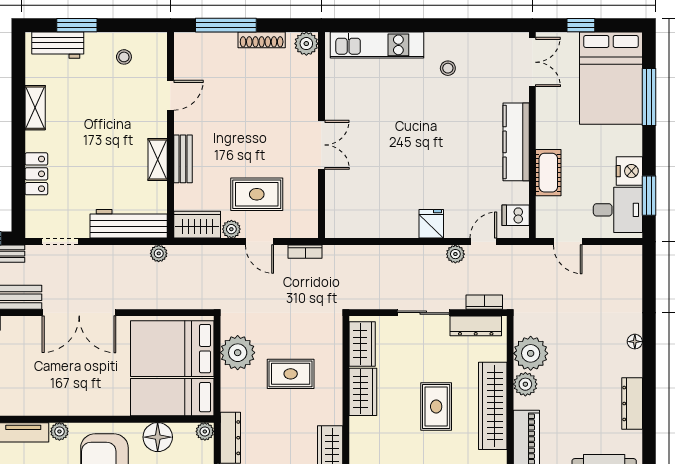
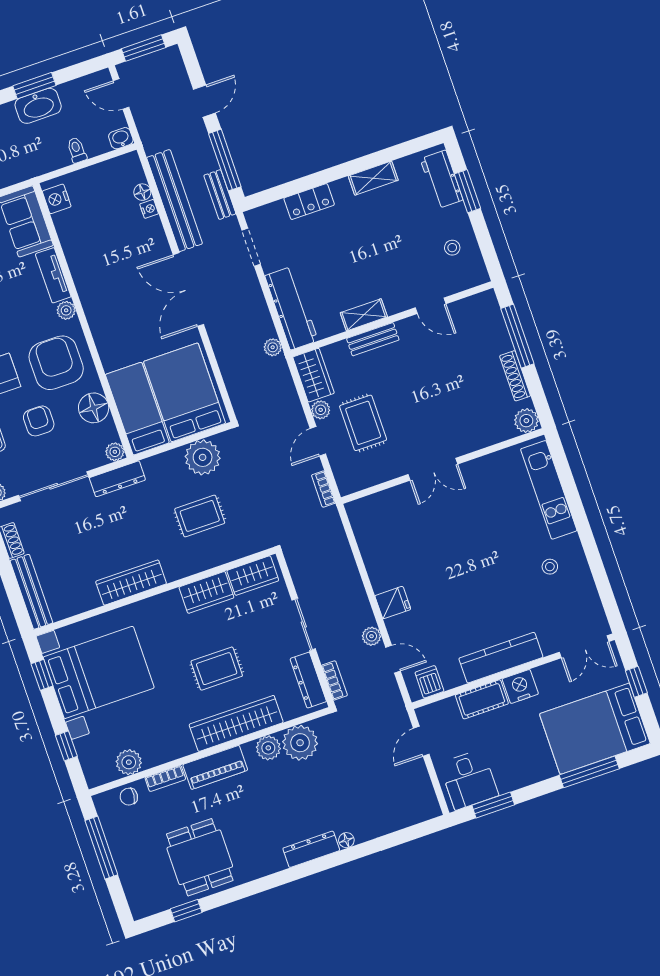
nightstand: (629, 171) -> (520, 686), moved, turned 180
rug: (291, 374) -> (200, 516), turned 90
dresser: (632, 404) -> (311, 849), moved

